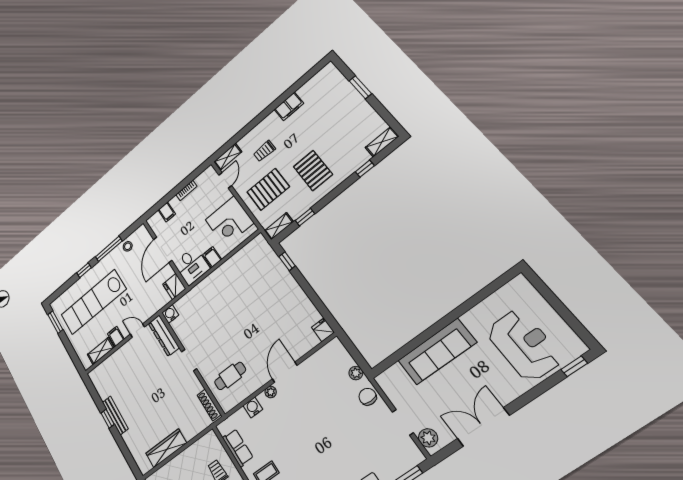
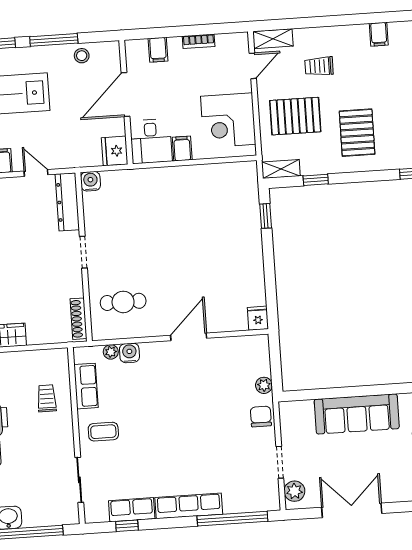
filing cabinet: (289, 106) -> (379, 34), width x0.50
plant: (271, 392) -> (111, 352), moved

